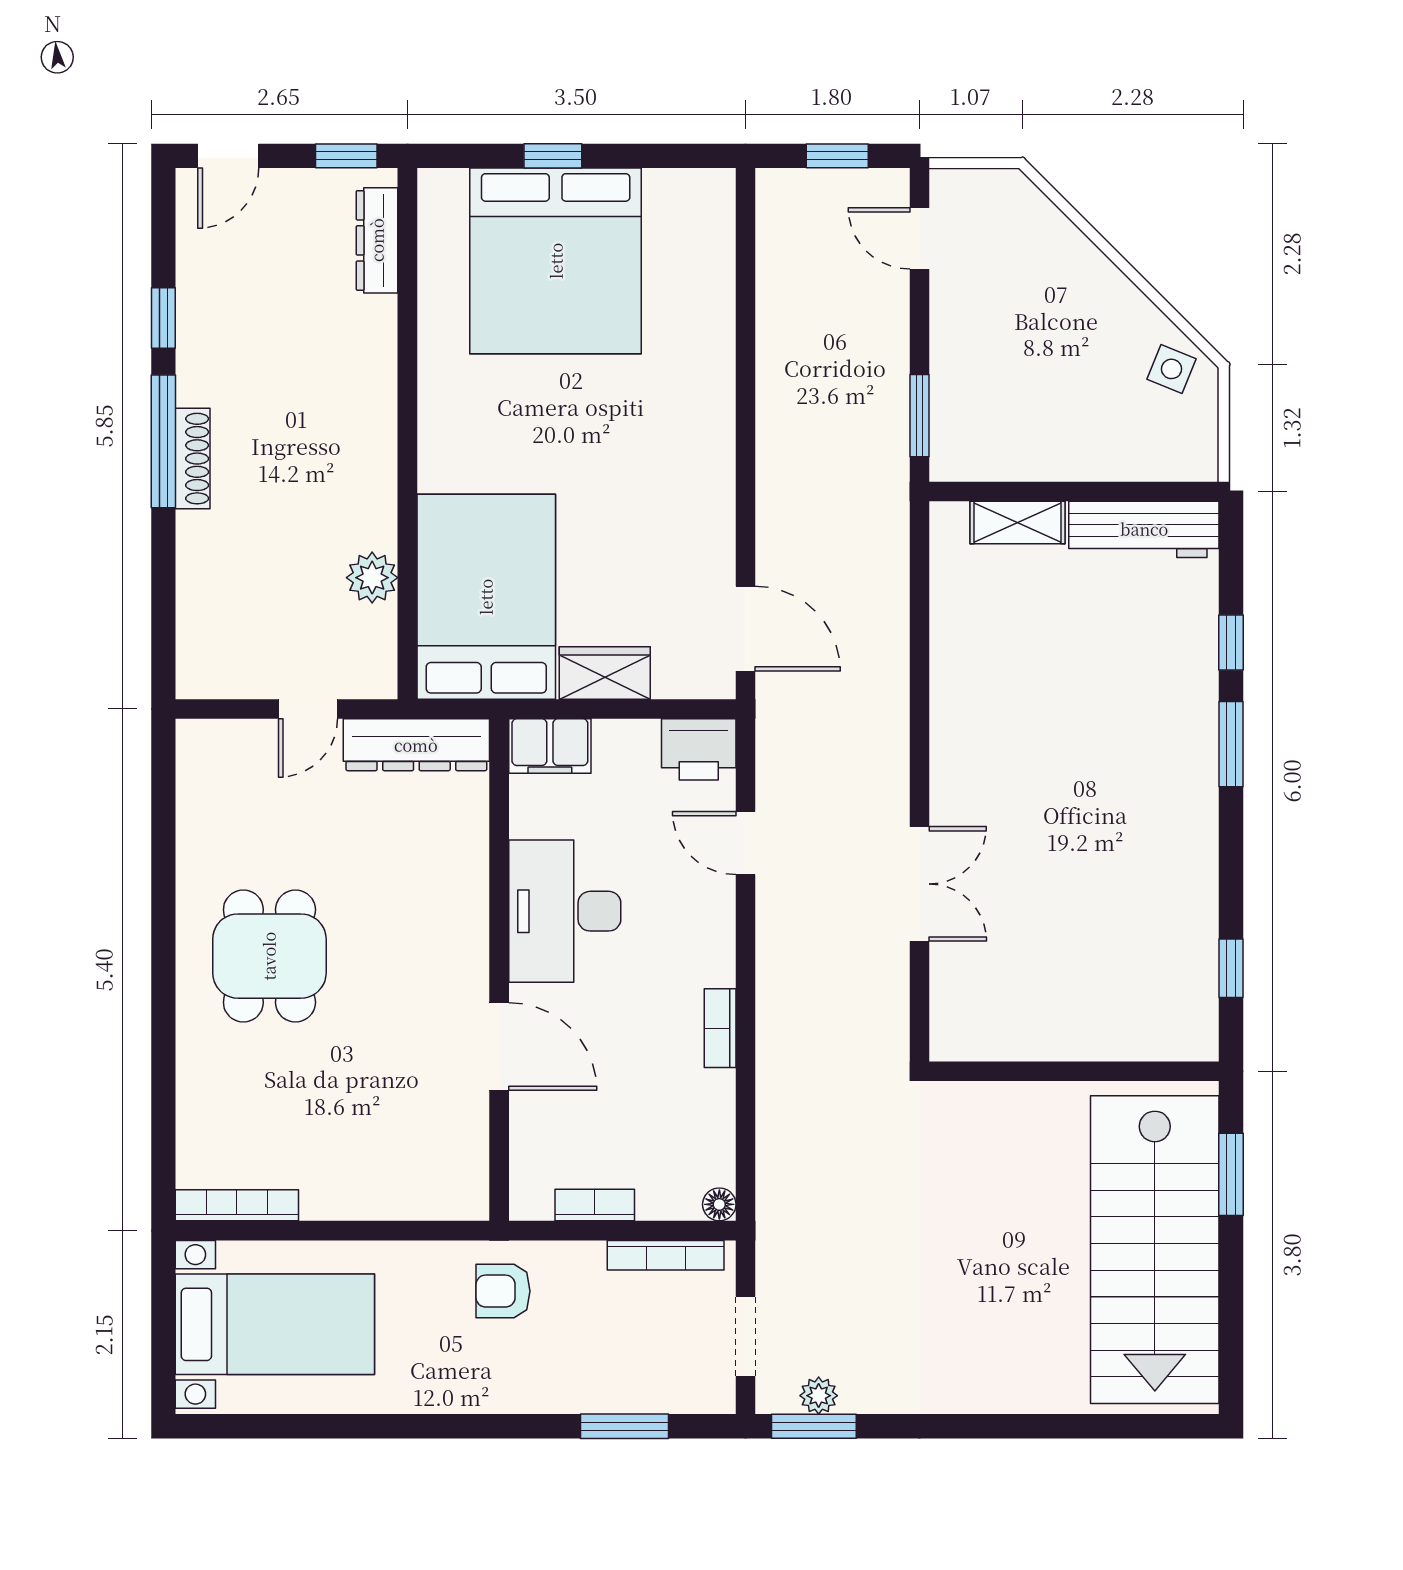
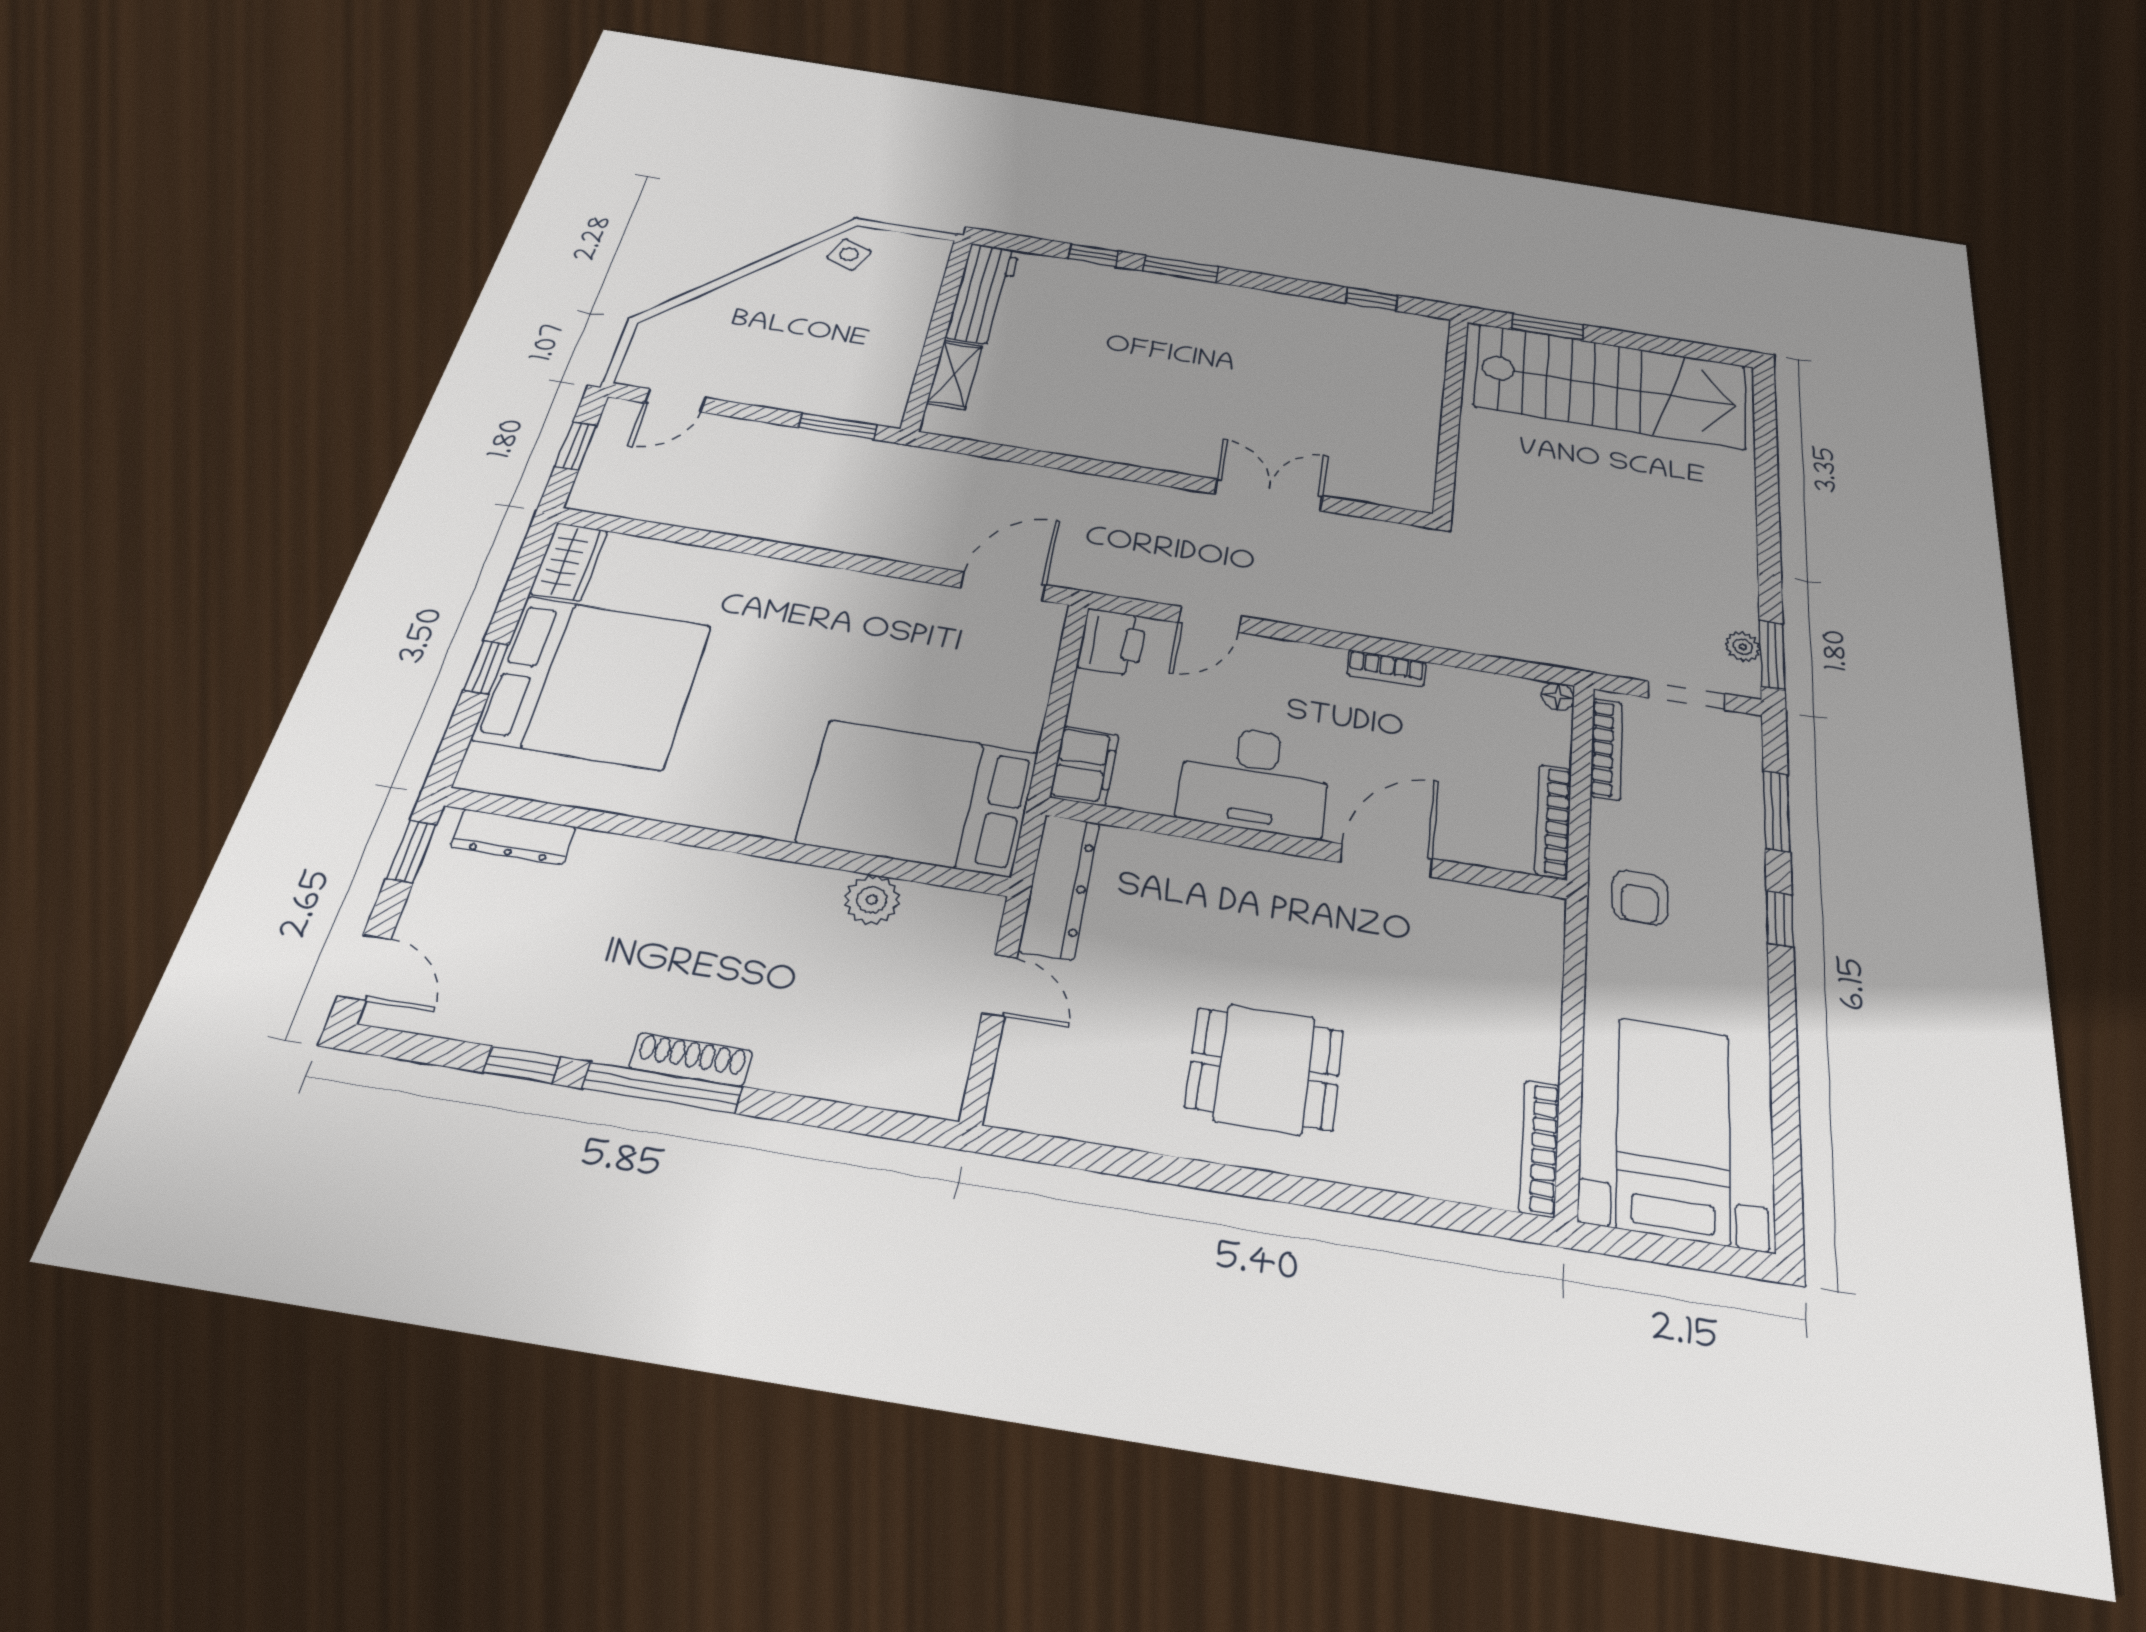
wardrobe: (605, 673) -> (569, 562), moved, turned 180
bookcase: (595, 1205) -> (1553, 821), width x1.56
window: (505, 1426) -> (1780, 919), added

